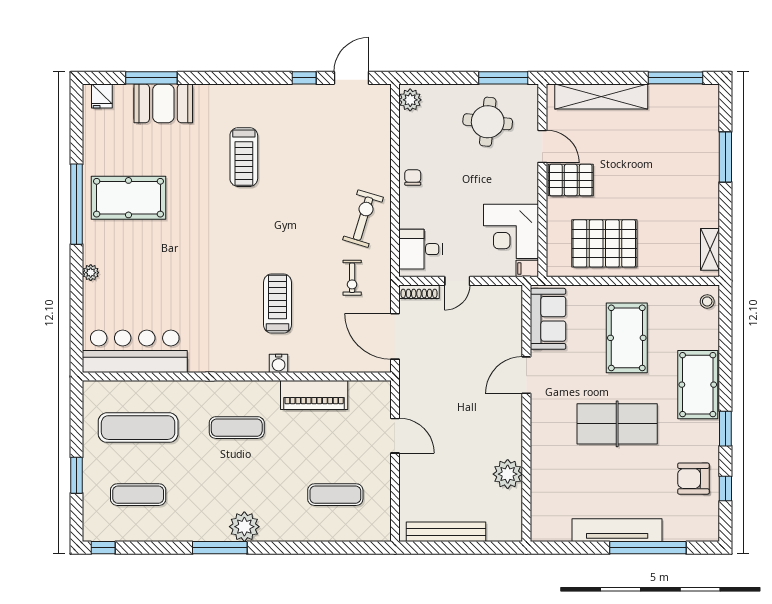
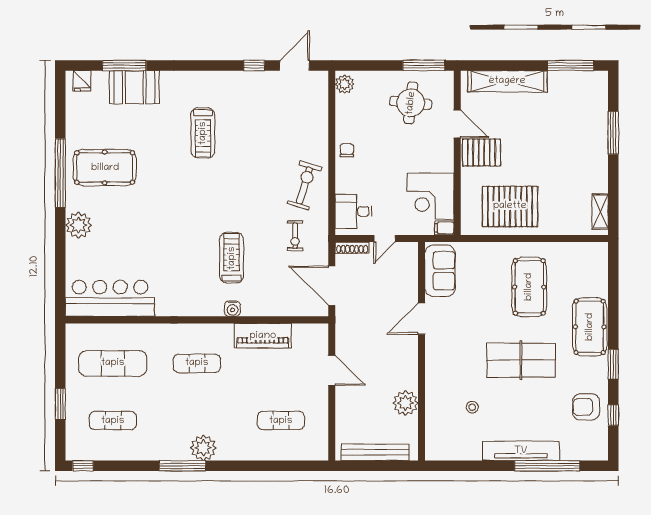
plant: (91, 273) -> (79, 225), width x1.88, depth x1.88
stool: (707, 301) -> (472, 407), moved
sofa: (548, 319) -> (440, 271), moved
door: (526, 375) -> (422, 319), moved
wall: (526, 413) -> (422, 351), moved
plant: (508, 474) -> (406, 403), moved

